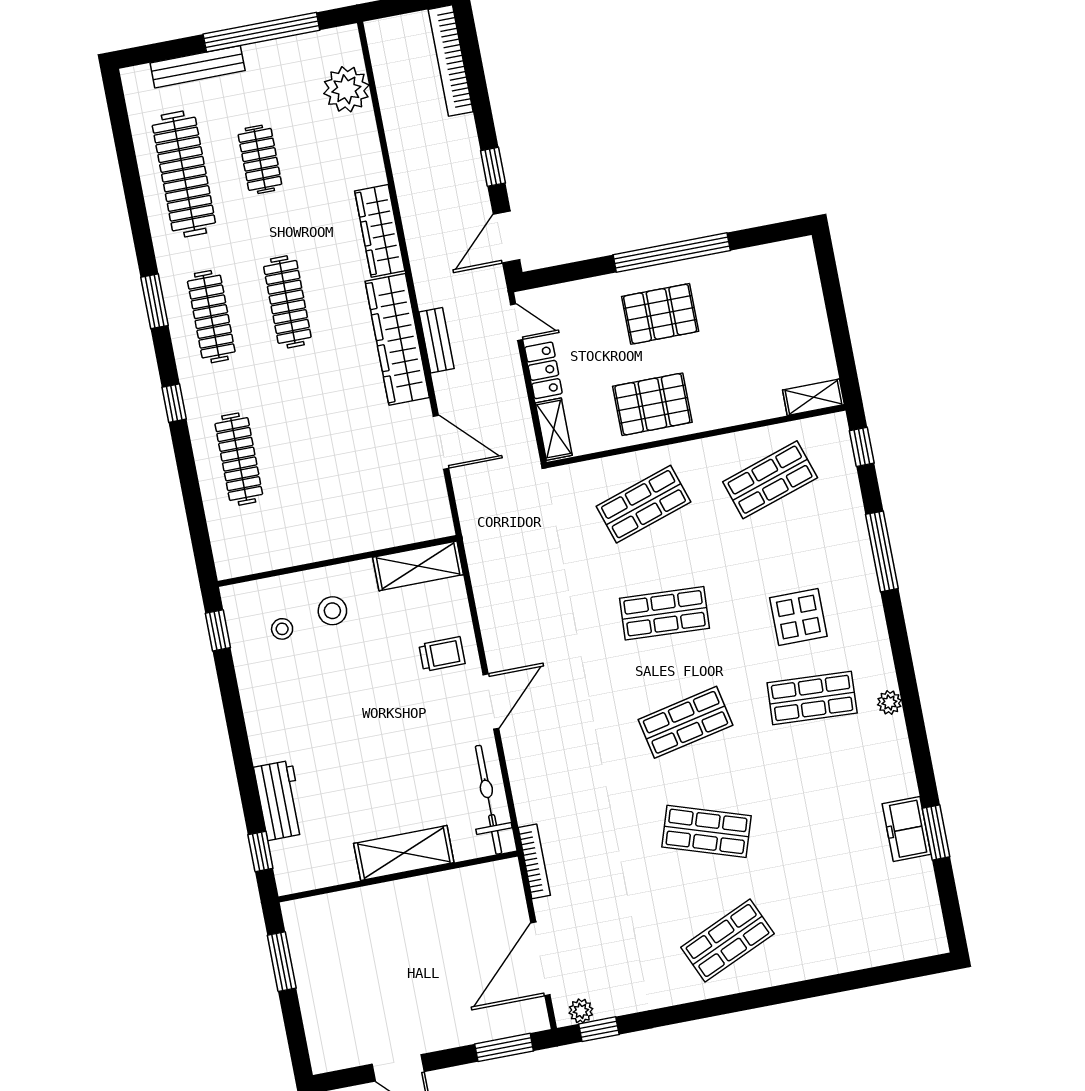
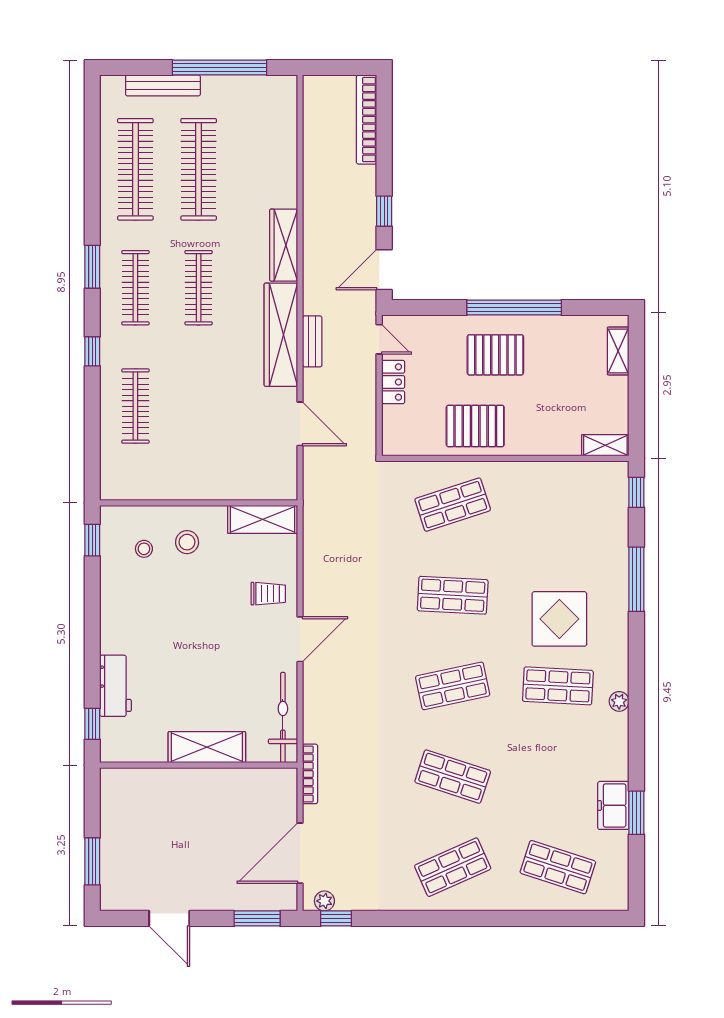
plant: (346, 89) -> (279, 126), removed
clothes rail: (260, 159) -> (199, 169), width x1.86, depth x1.31
shelving: (554, 429) -> (618, 351), moved
shop shelf: (770, 480) -> (558, 867), moved, turned 36
display table: (798, 617) -> (559, 619), width x1.36, depth x1.36
window: (282, 962) -> (92, 861), moved

